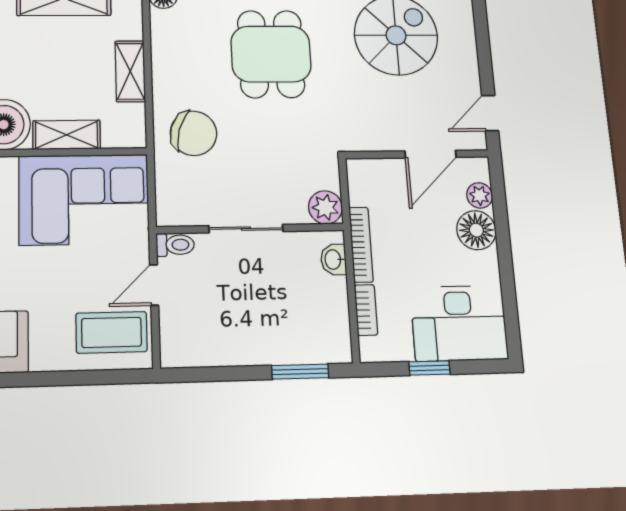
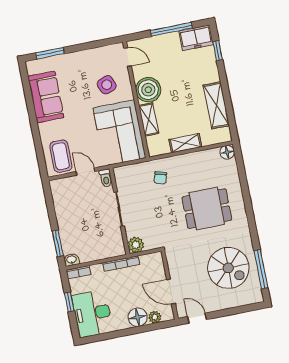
chair: (194, 133) -> (160, 178), width x0.54, depth x0.54
washbasin: (334, 260) -> (71, 260), moved
bookcase: (366, 310) -> (78, 272), moved

